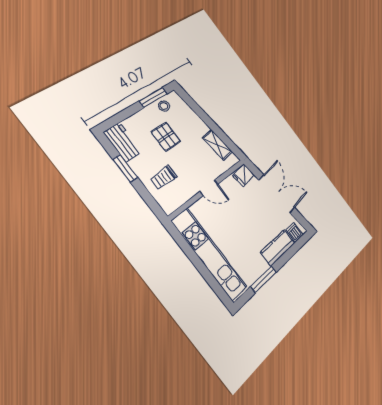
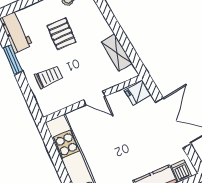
trolley: (164, 177) -> (49, 77), turned 180

